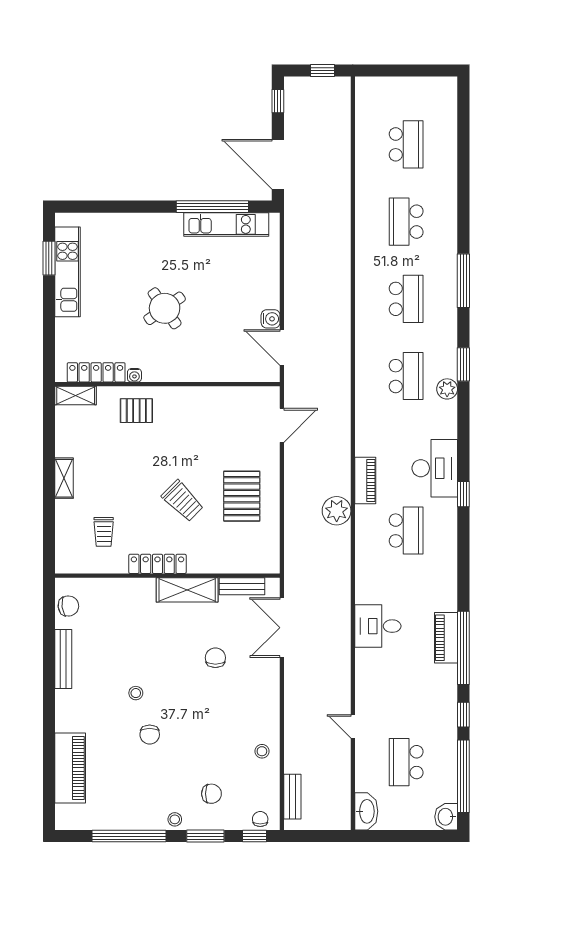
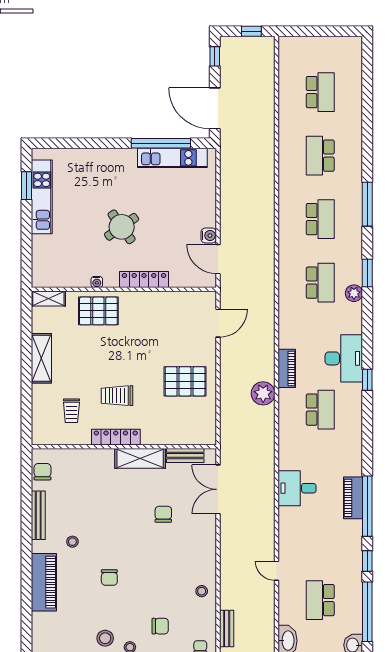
locker: (96, 372) -> (144, 280), moved
pallet: (136, 411) -> (98, 311), width x1.50, depth x1.42
shelving: (64, 478) -> (41, 358), width x1.50, depth x1.33
pallet: (242, 496) -> (185, 381), turned 90
trolley: (182, 501) -> (117, 396), moved, turned 135
chair: (68, 606) -> (42, 472), turned -83
stool: (136, 693) -> (72, 542), moved
piano: (70, 768) -> (44, 582), moved
stool: (145, 808) -> (105, 638), added

